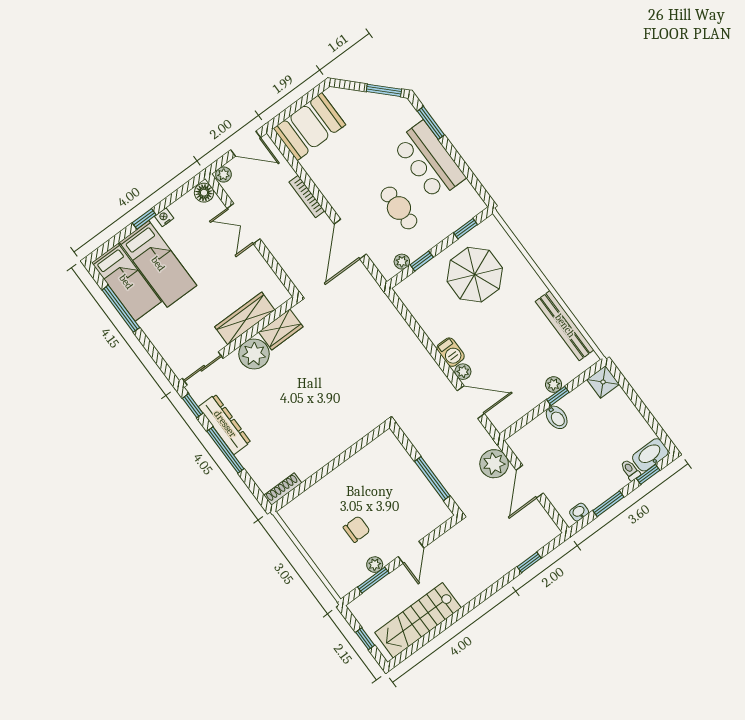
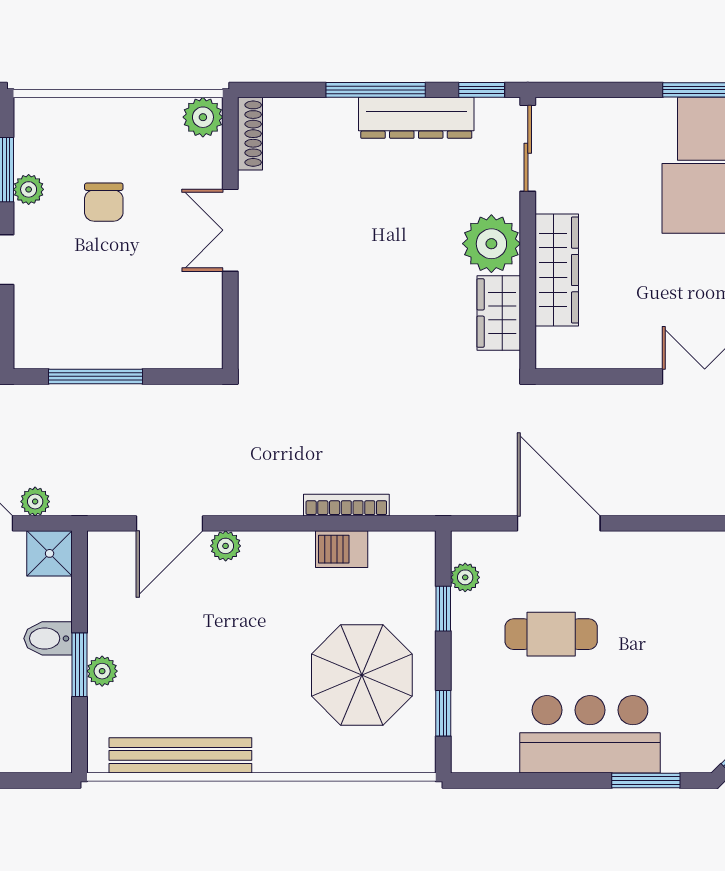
bookcase: (307, 196) -> (346, 505), moved
barbecue: (451, 352) -> (342, 549), moved
shower: (603, 382) -> (50, 553), moved
window: (558, 396) -> (80, 665), width x1.50
plant: (494, 464) -> (35, 502), width x0.53, depth x0.53
double door: (329, 467) -> (230, 230), added
plant: (290, 514) -> (203, 117), added

